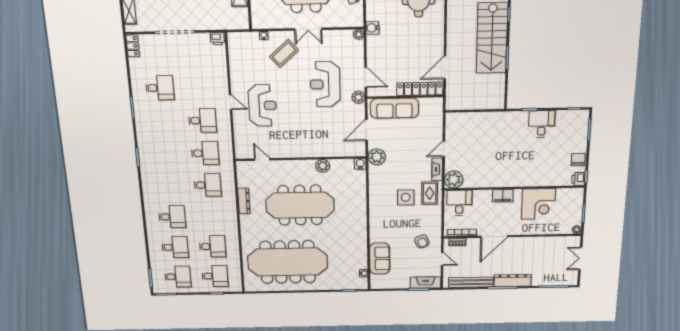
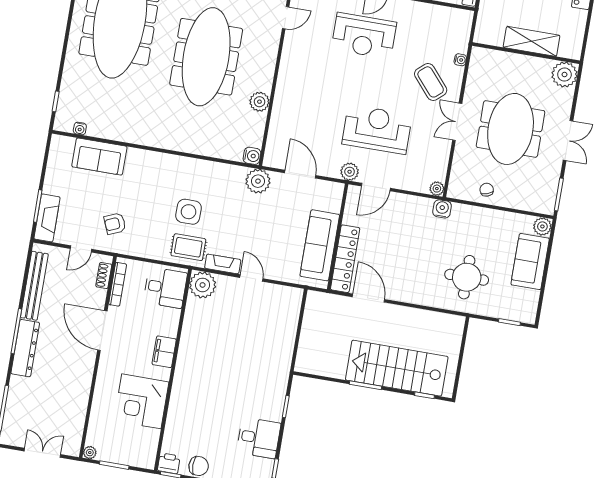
sofa: (394, 108) -> (320, 245), moved
desk: (541, 124) -> (259, 438), moved

